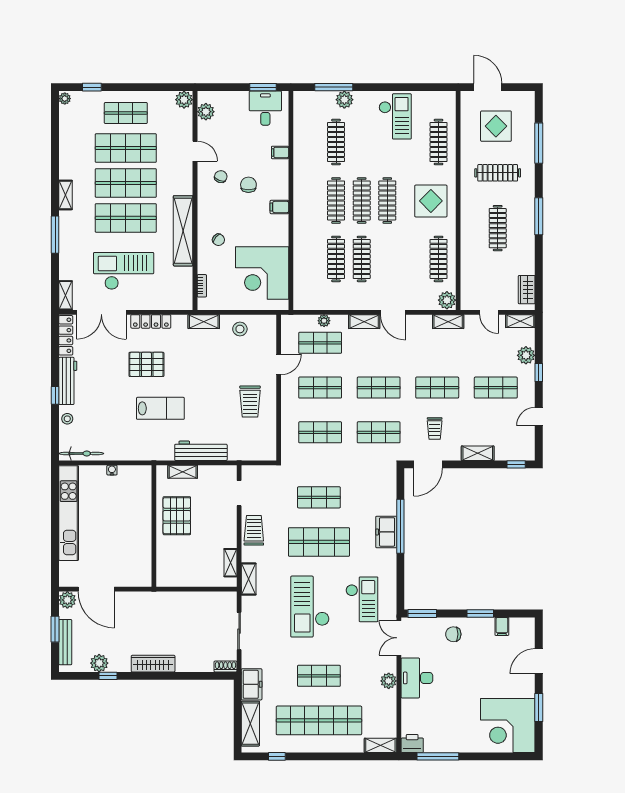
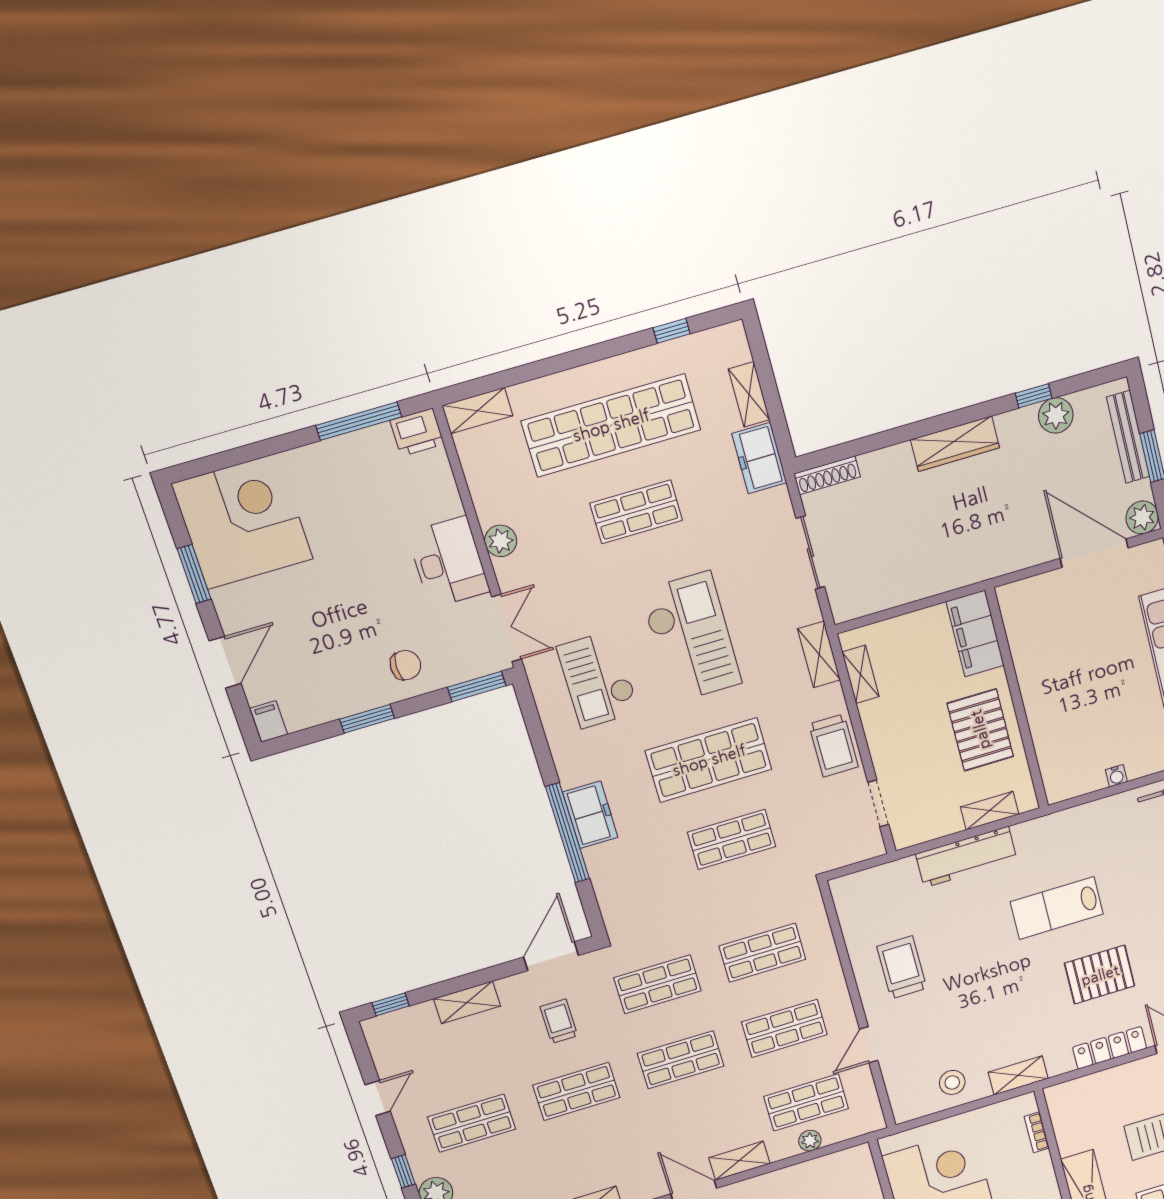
filing cabinet: (167, 566) -> (975, 634), added
filing cabinet: (502, 626) -> (269, 721), moved
shoe rack: (225, 666) -> (827, 475), width x1.43
shelving: (250, 724) -> (749, 394), width x0.67, depth x0.75

